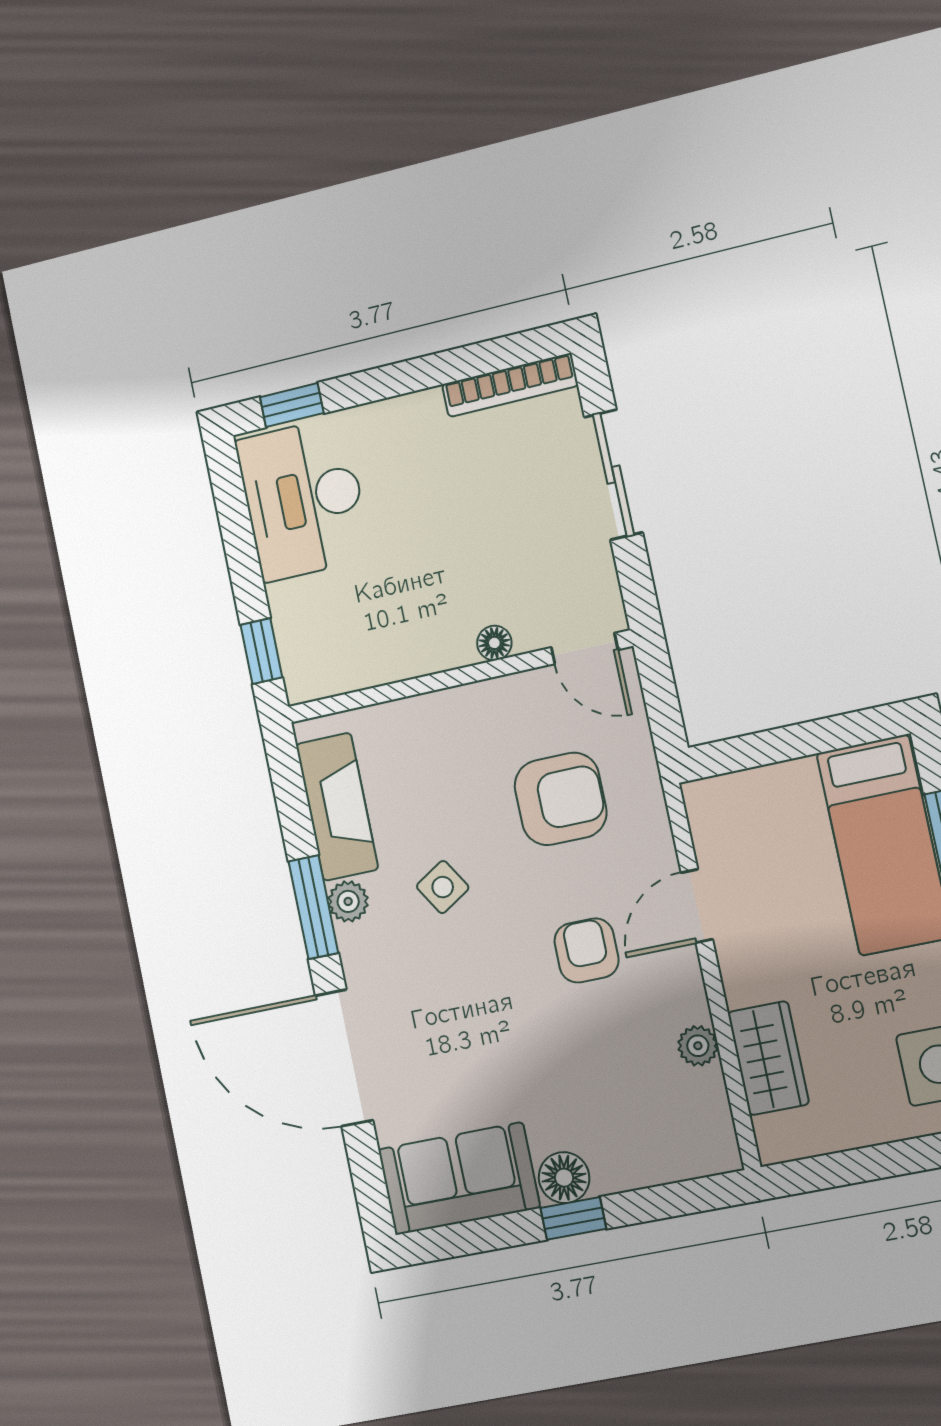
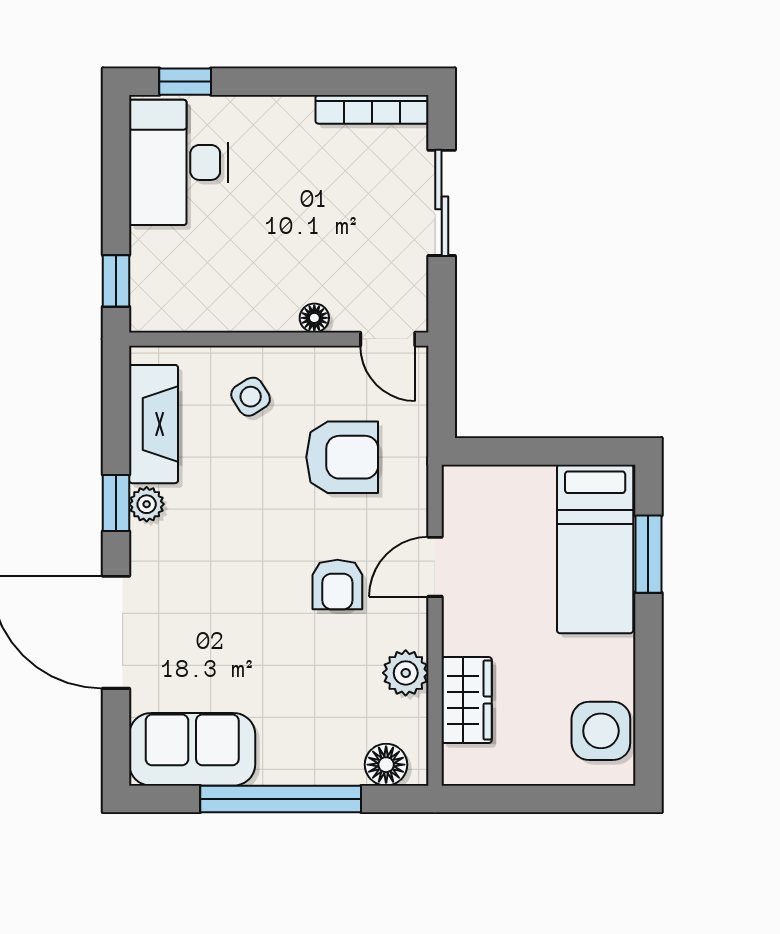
side table: (443, 887) -> (251, 397), moved
window: (313, 907) -> (116, 503), width x0.67
armchair: (586, 950) -> (337, 585), turned 180
plant: (698, 1046) -> (406, 673), width x1.38, depth x1.38
floor lamp: (564, 1178) -> (386, 765), moved
window: (573, 1218) -> (281, 799), width x3.17

